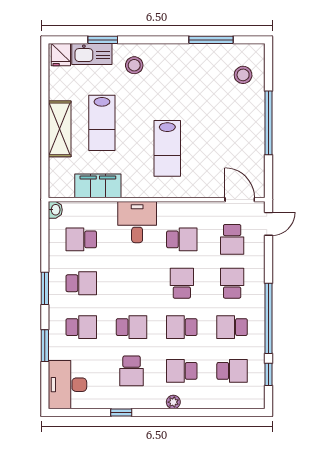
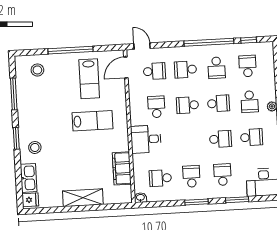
window: (103, 40) -> (16, 138), moved
lab bench: (102, 123) -> (89, 79), moved, turned 90
school desk: (81, 239) -> (160, 178), turned 90
school desk: (132, 327) -> (220, 139), turned 90
school desk: (182, 327) -> (219, 103), turned -90

